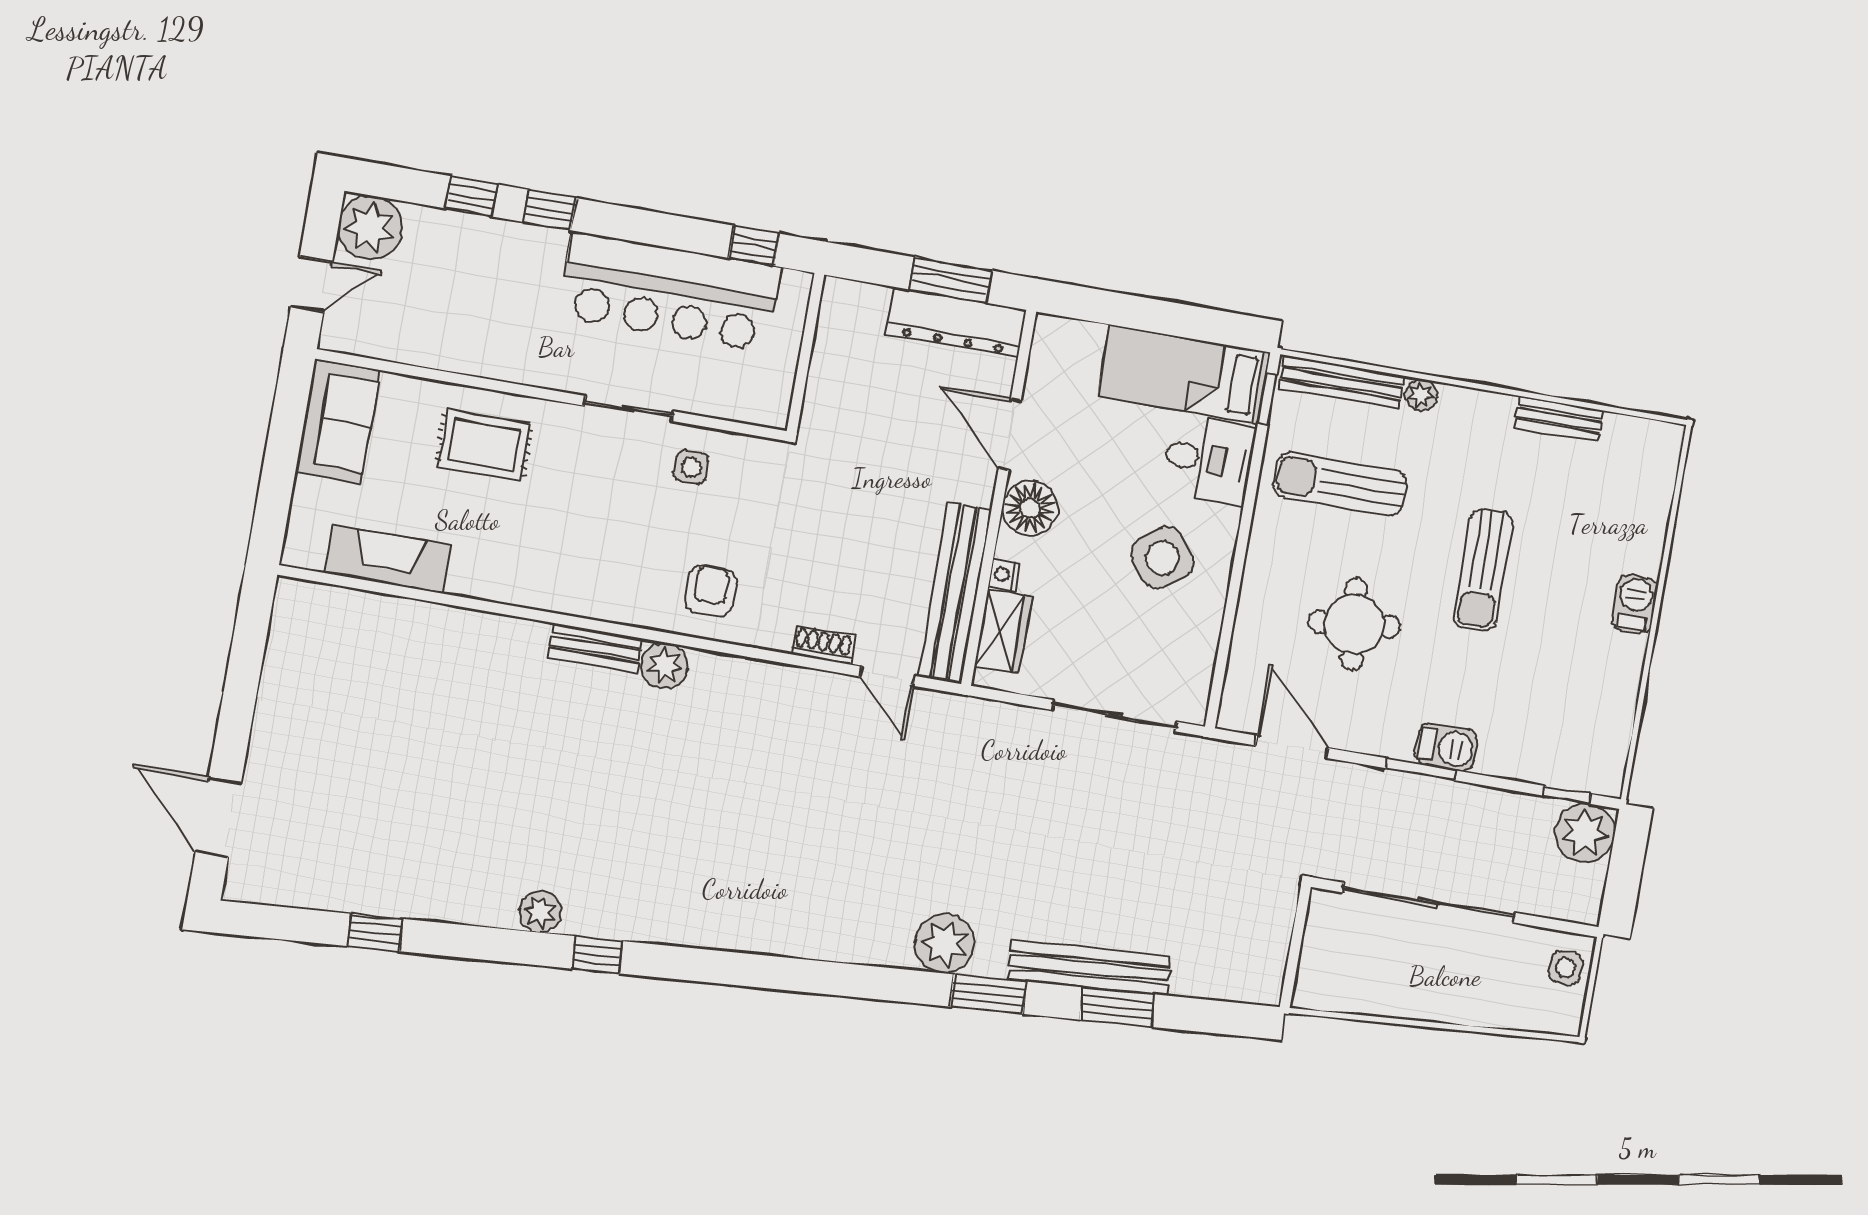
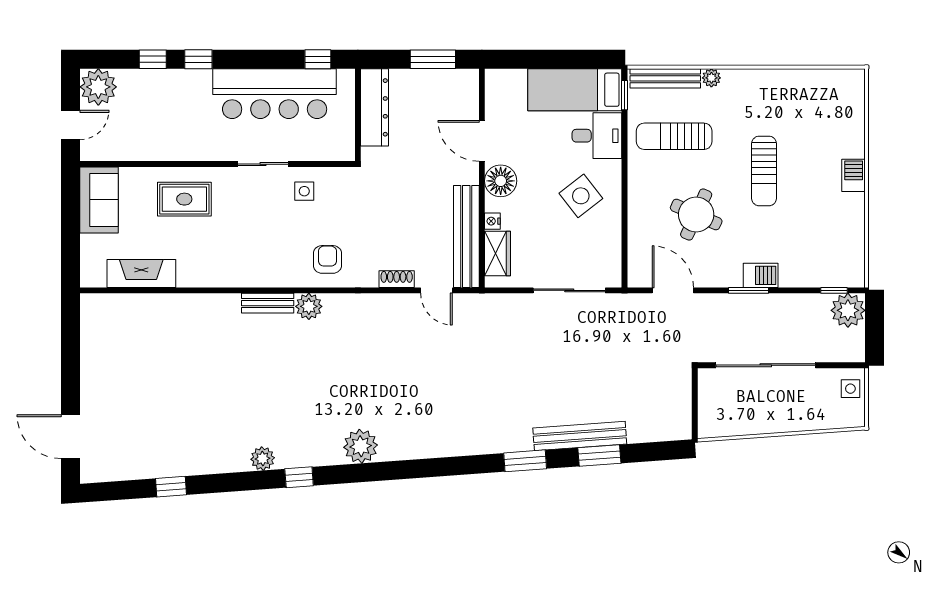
dresser: (956, 322) -> (374, 107), moved, turned -90
bench: (1559, 419) -> (792, 78), removed
round table: (1354, 624) -> (696, 215), turned 30
plant: (945, 943) -> (361, 446), moved

